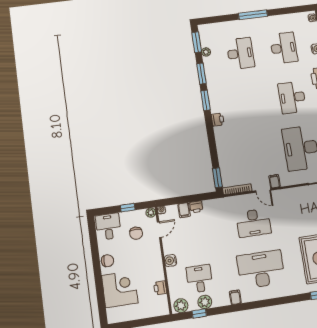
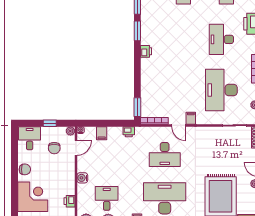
printer: (196, 207) -> (129, 132), moved

